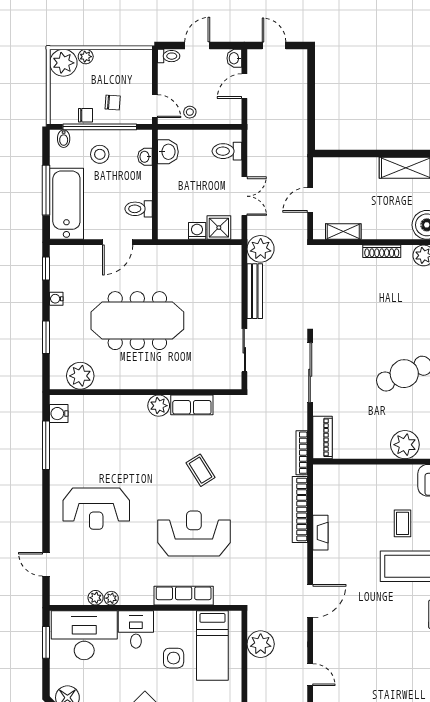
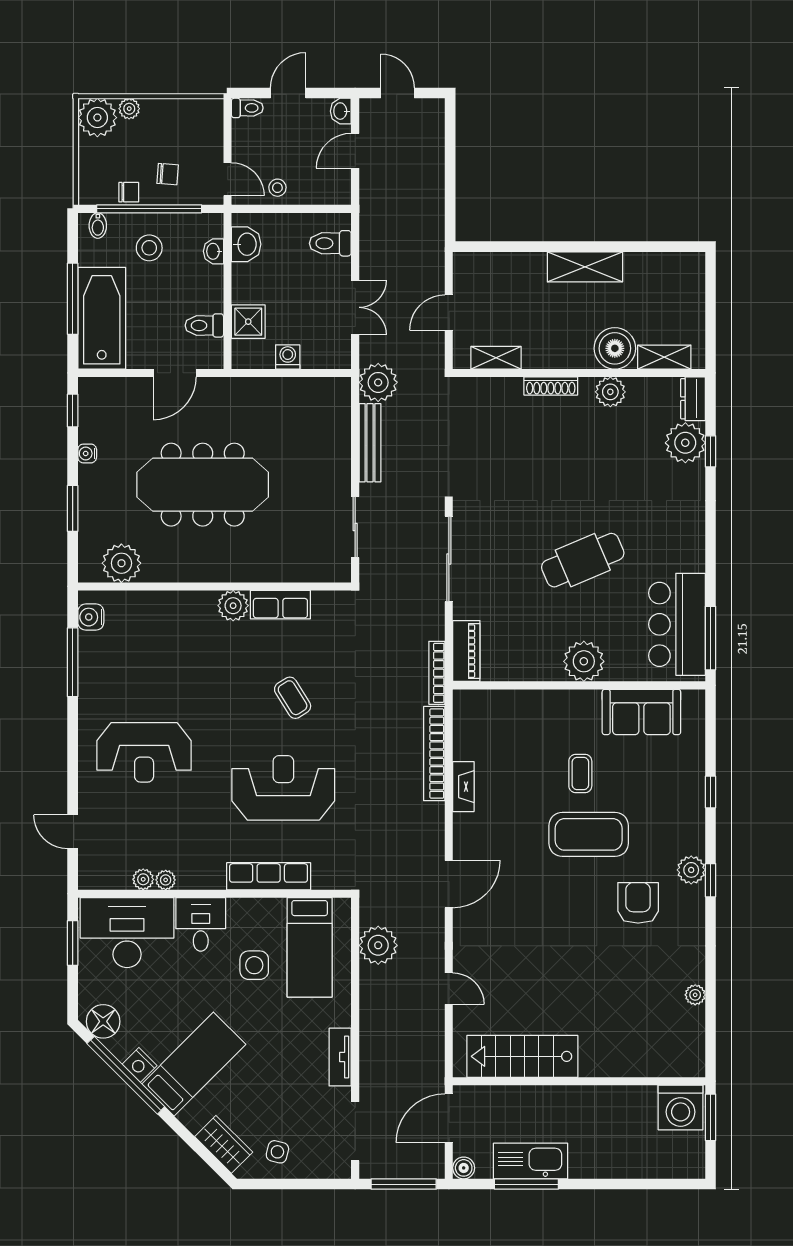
shower: (219, 228) -> (248, 322), moved

